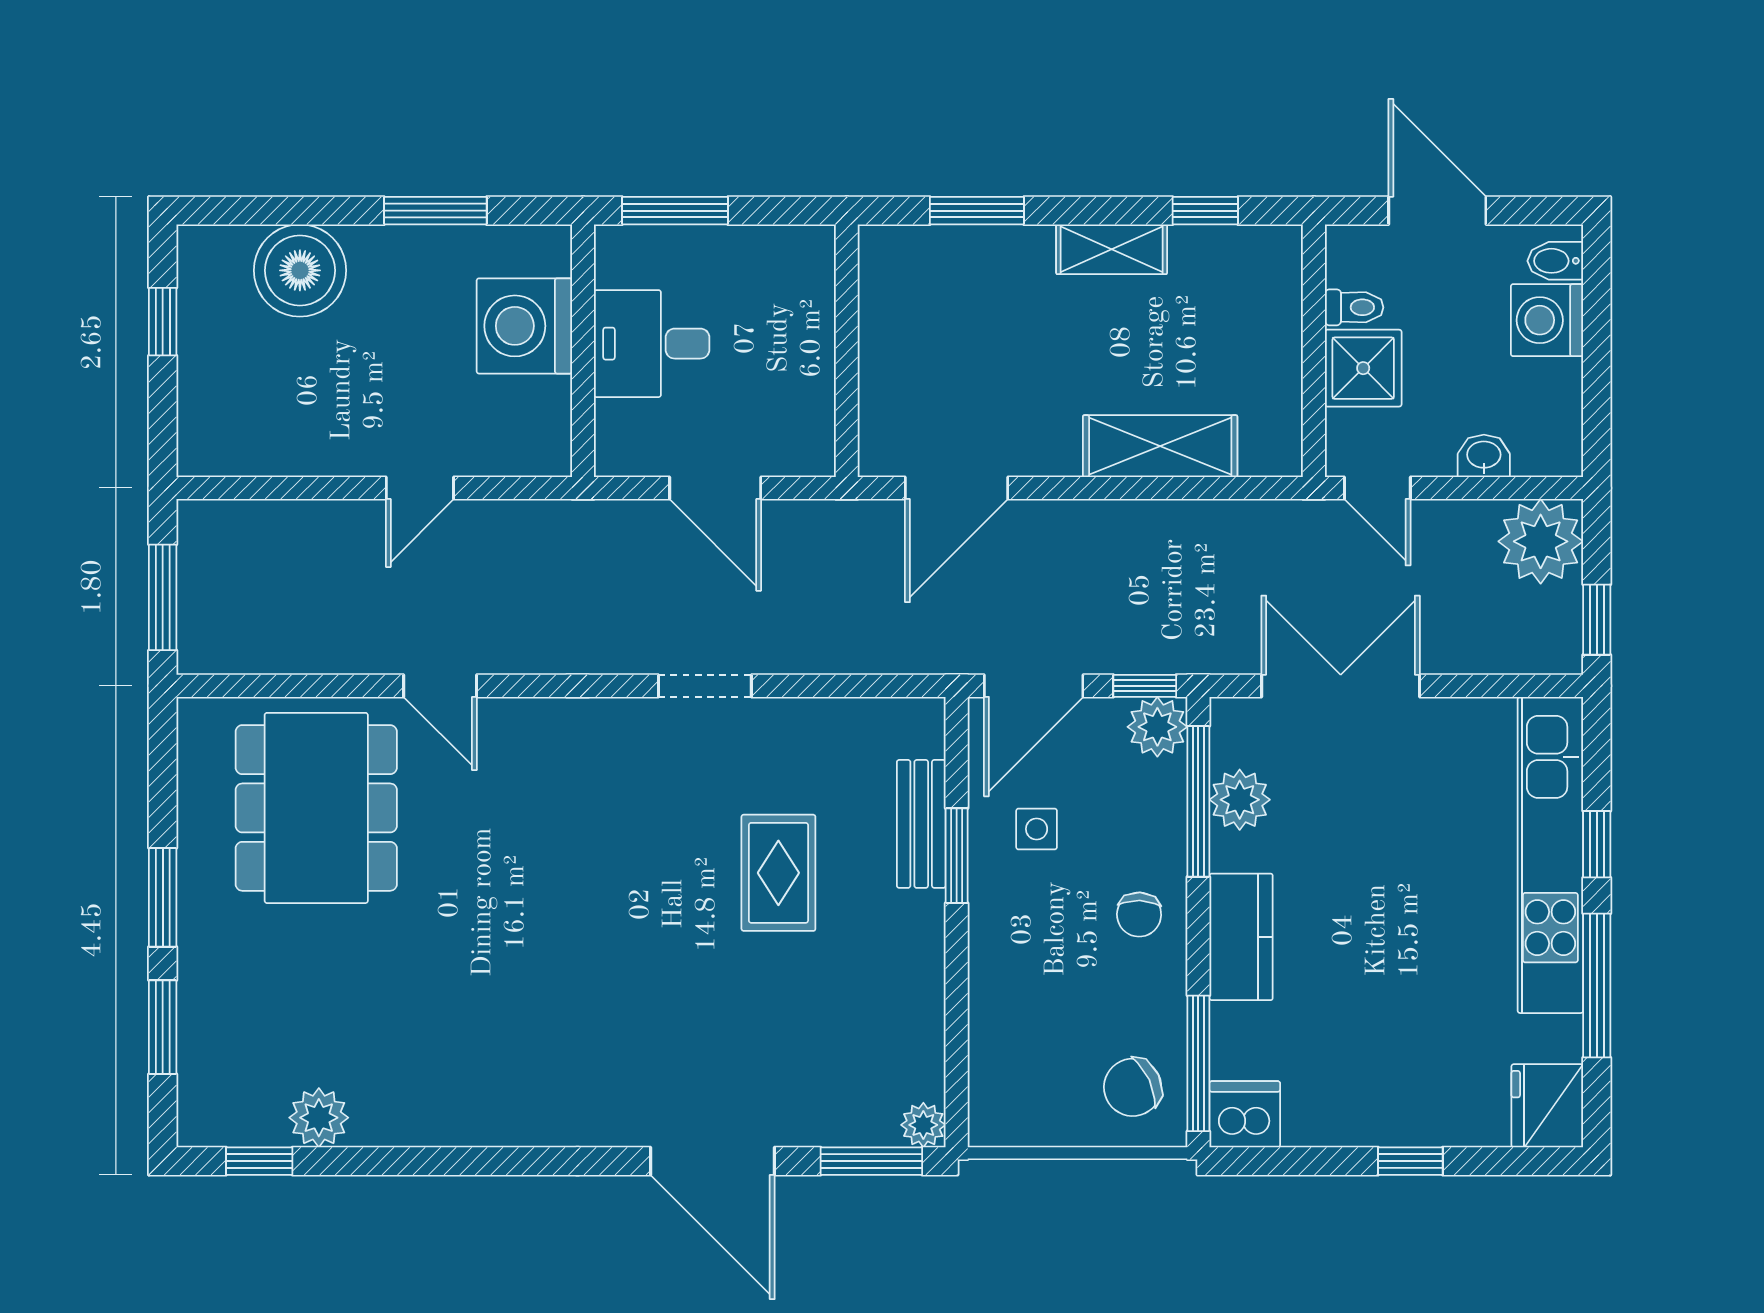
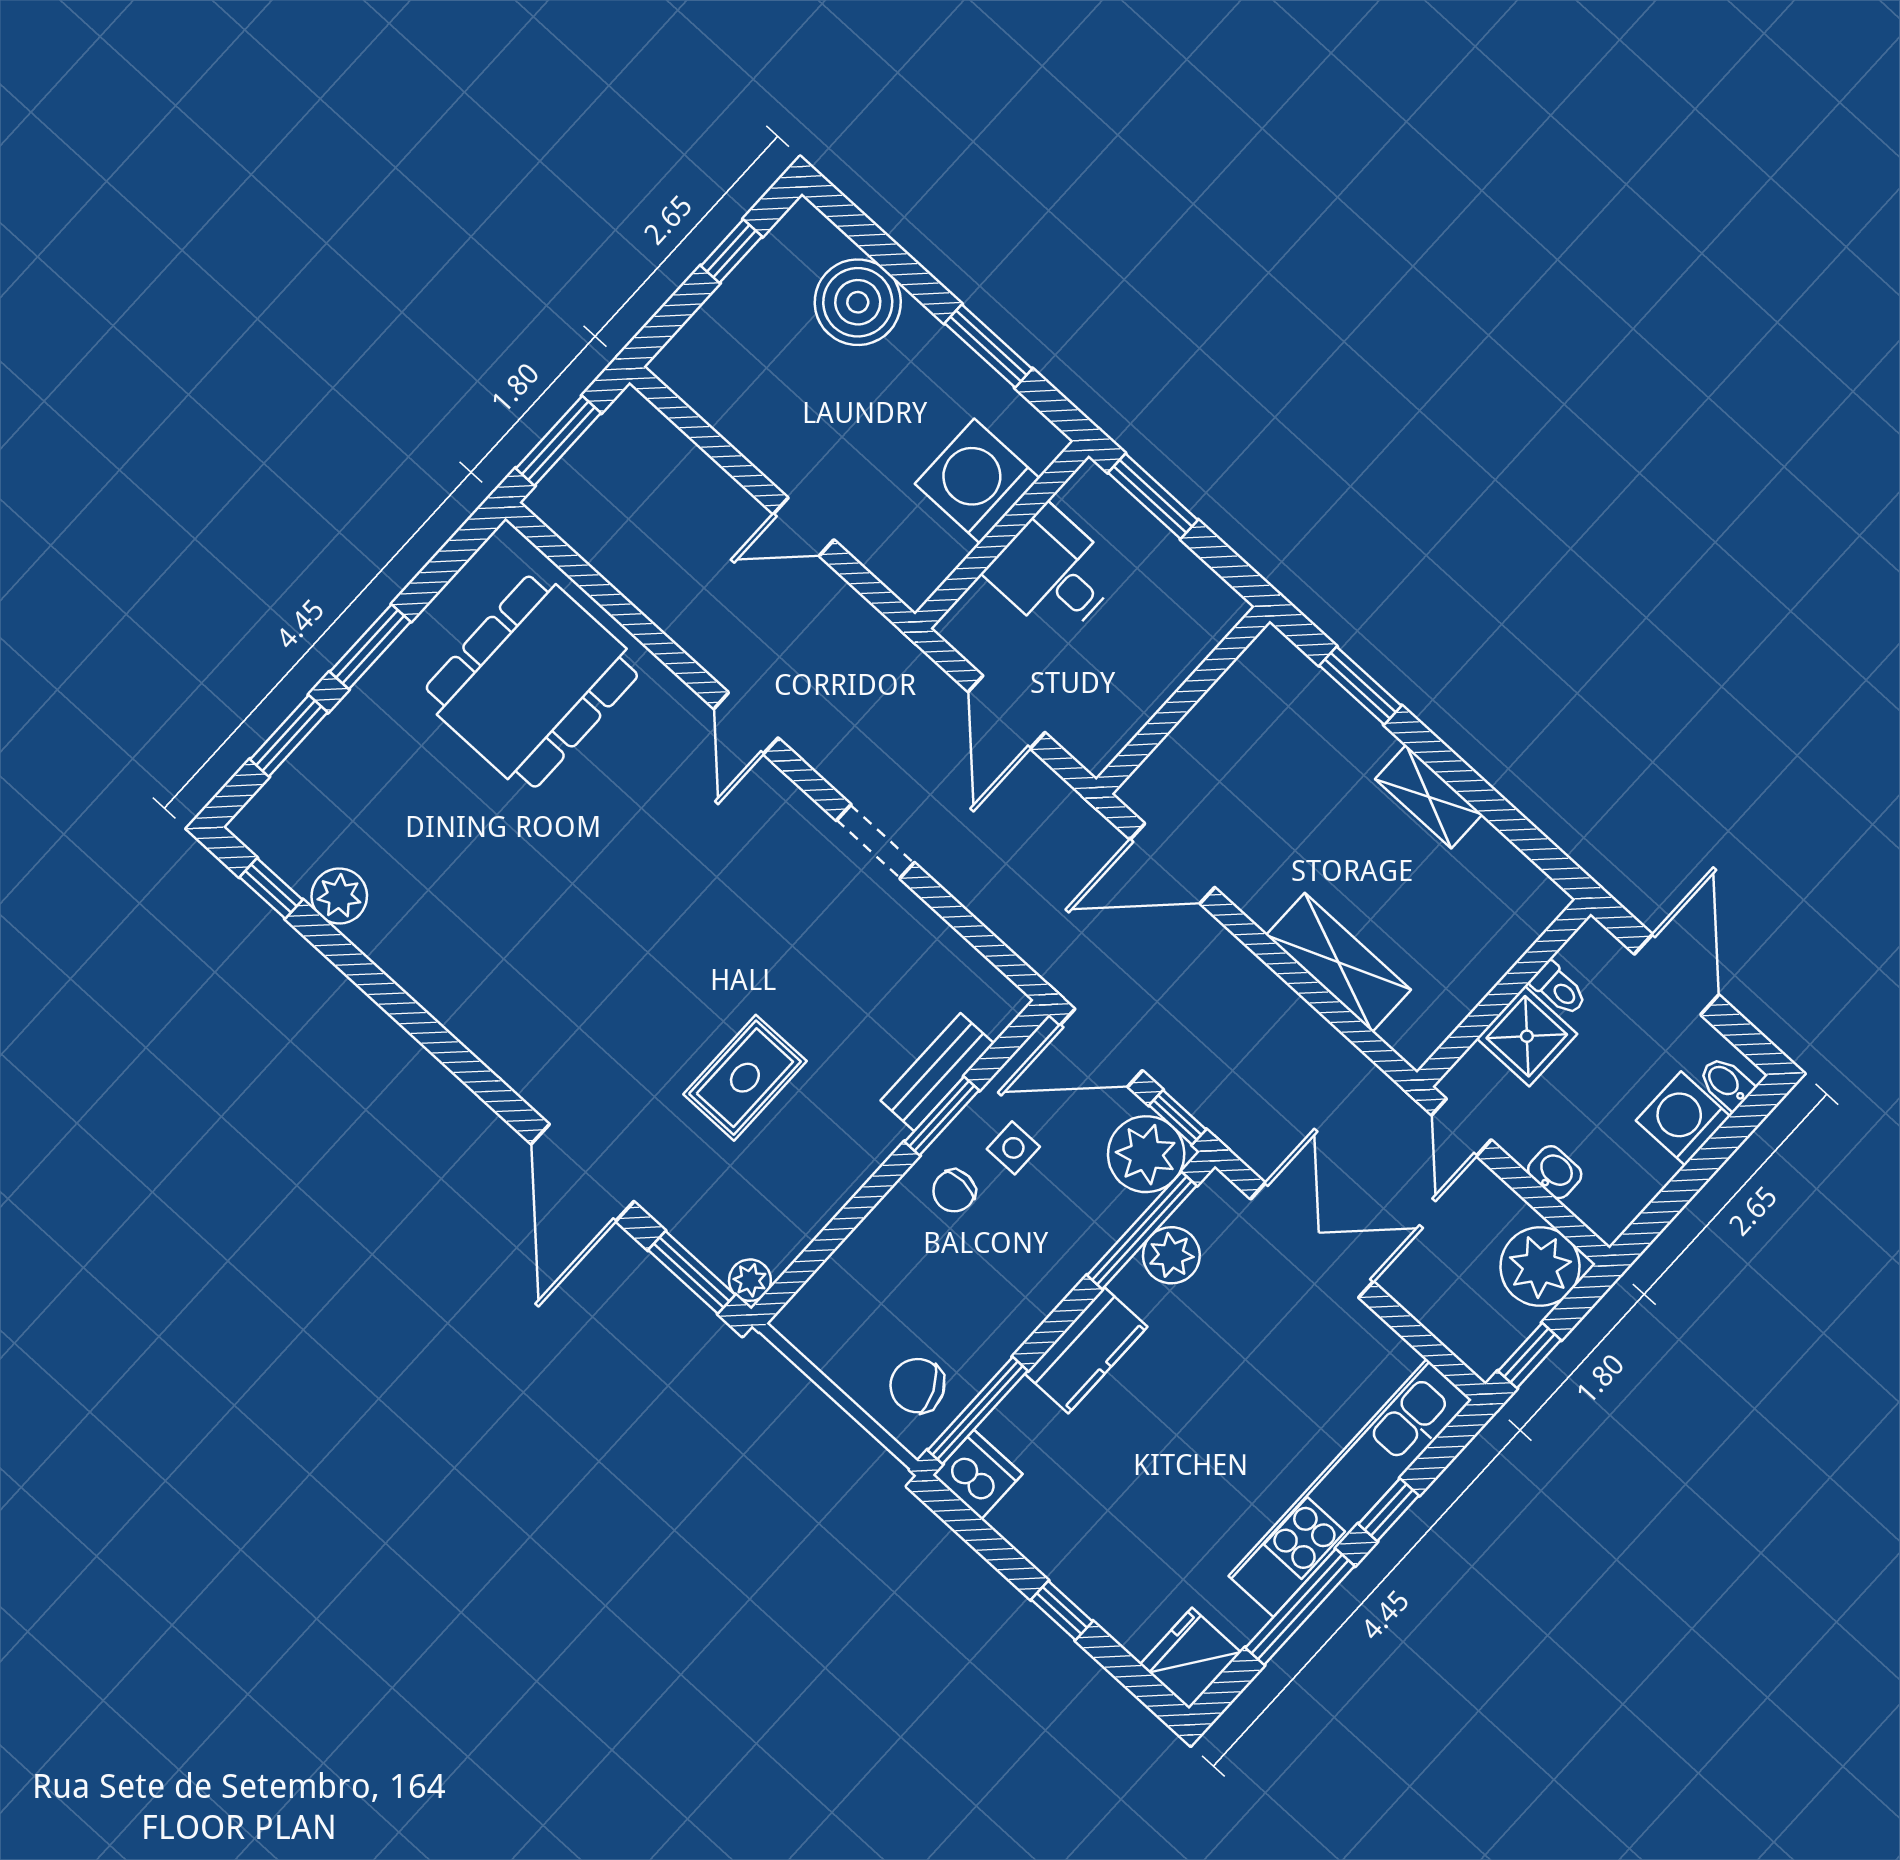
window: (1205, 211) -> (1517, 829), removed
door: (440, 686) -> (746, 723), moved
plant: (1157, 727) -> (1146, 1154), width x1.36, depth x1.36
rug: (778, 873) -> (745, 1078), moved
chair: (1139, 915) -> (954, 1191), moved

